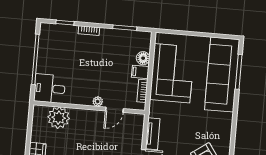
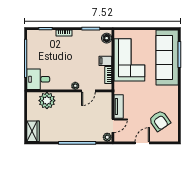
floor lamp: (143, 58) -> (107, 38), moved

